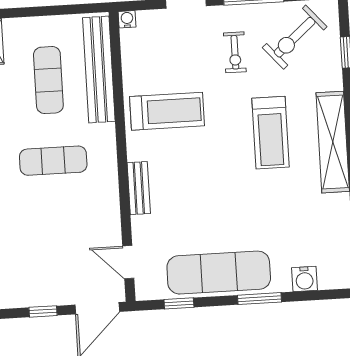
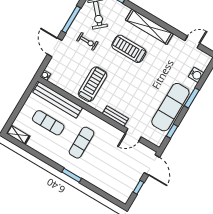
treadmill: (271, 133) -> (129, 49), turned 180
door: (128, 262) -> (133, 135), moved

